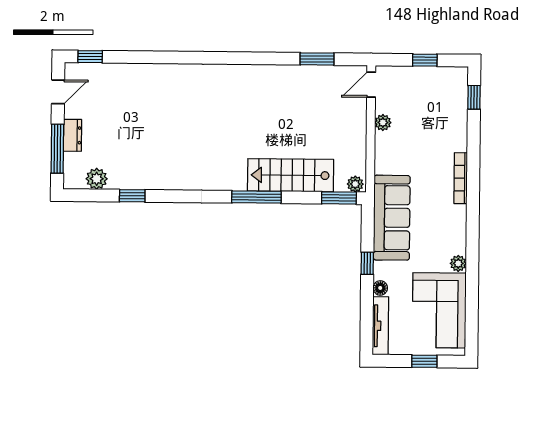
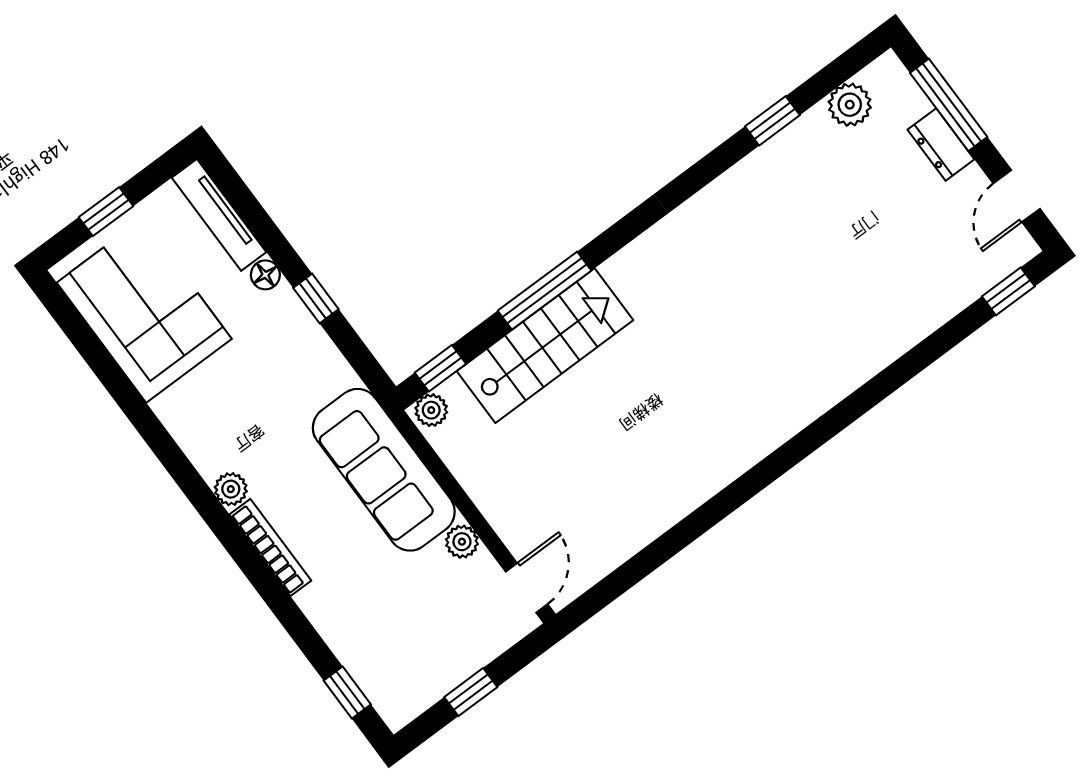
window: (317, 59) -> (644, 563), removed
window: (256, 197) -> (545, 291), moved
window: (339, 198) -> (440, 368), width x0.67
sofa: (392, 218) -> (384, 470), moved
plant: (458, 263) -> (231, 489), moved

